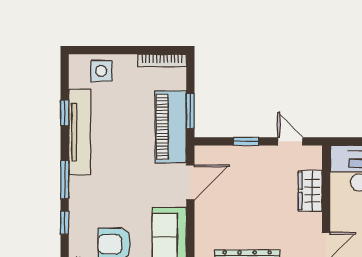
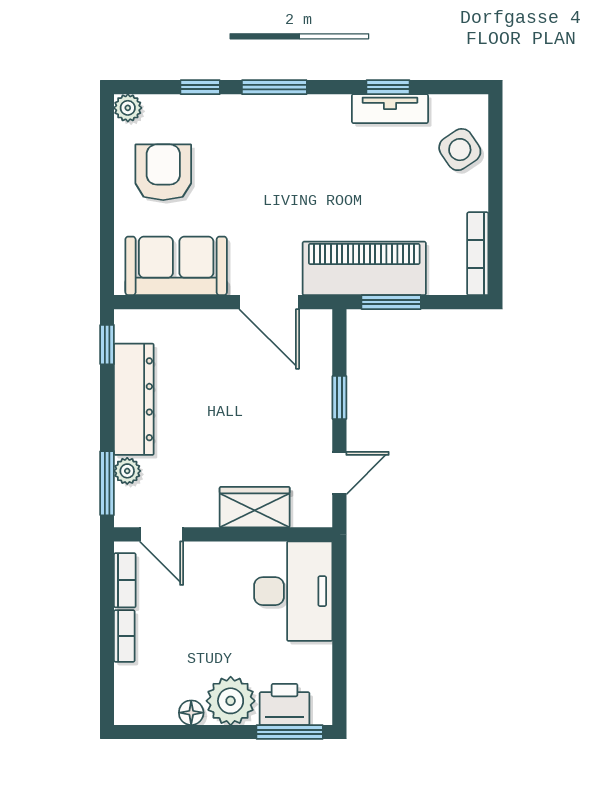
side table: (101, 71) -> (460, 150), turned -34
tv unit: (80, 132) -> (390, 109), width x0.52, depth x0.78

